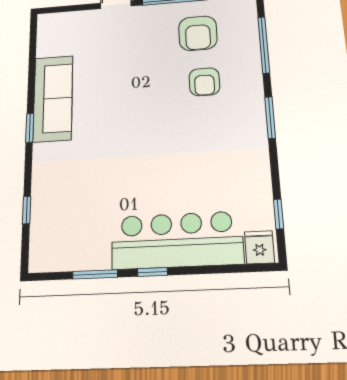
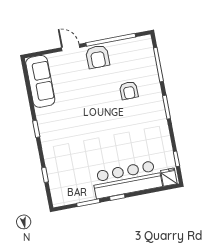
armchair: (198, 33) -> (98, 57), moved
sofa: (53, 98) -> (40, 81), moved

